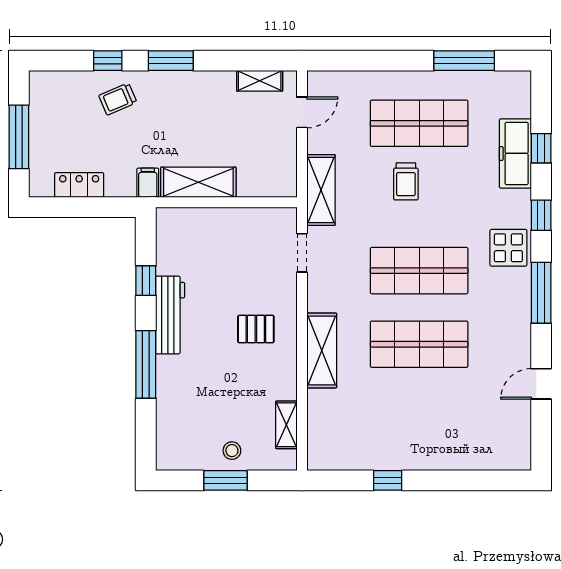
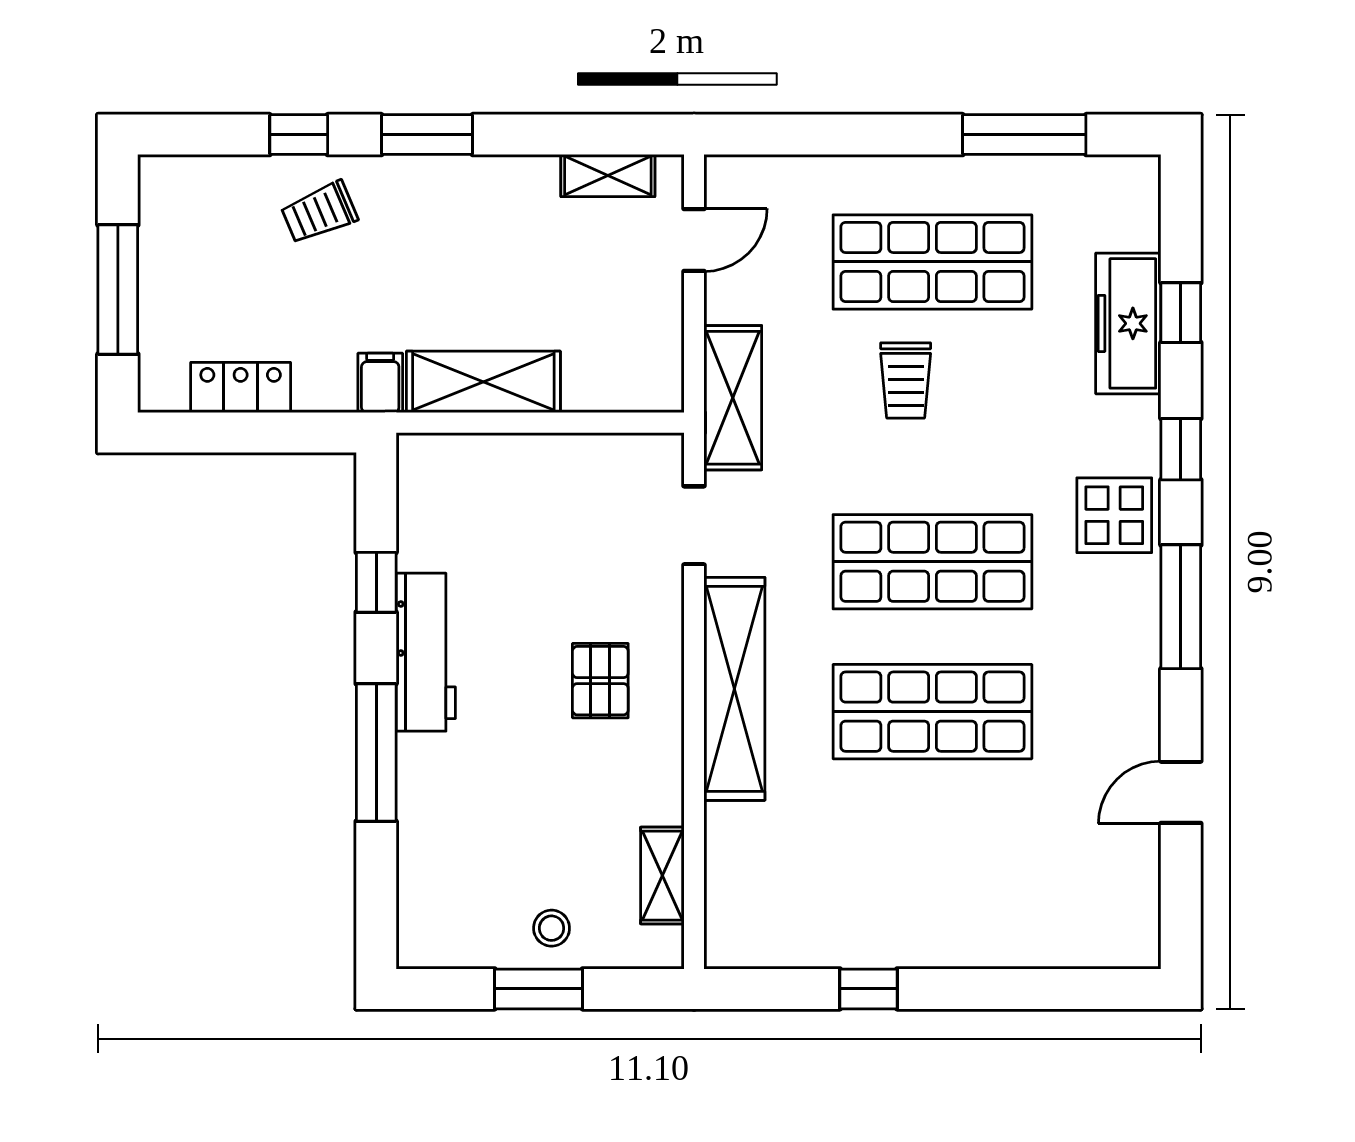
pallet: (256, 329) -> (600, 681), turned 90
shelving: (322, 350) -> (734, 689), width x1.47

